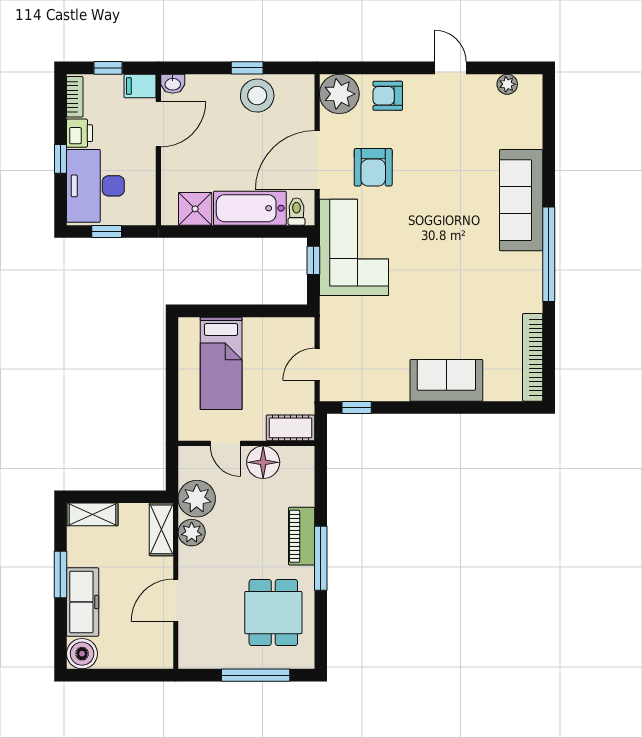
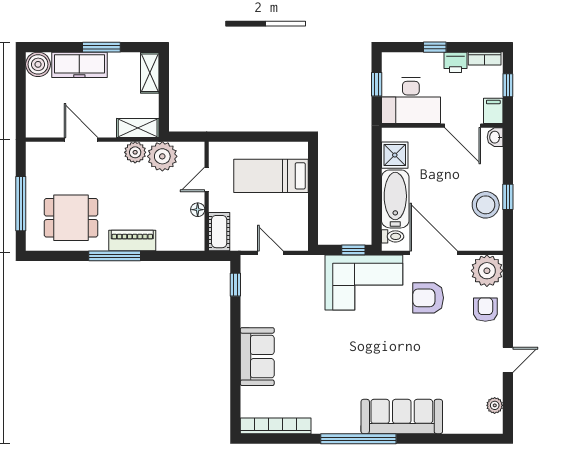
desk: (95, 186) -> (411, 101), moved, turned 180
floor lamp: (263, 462) -> (198, 210), width x0.53, depth x0.53

